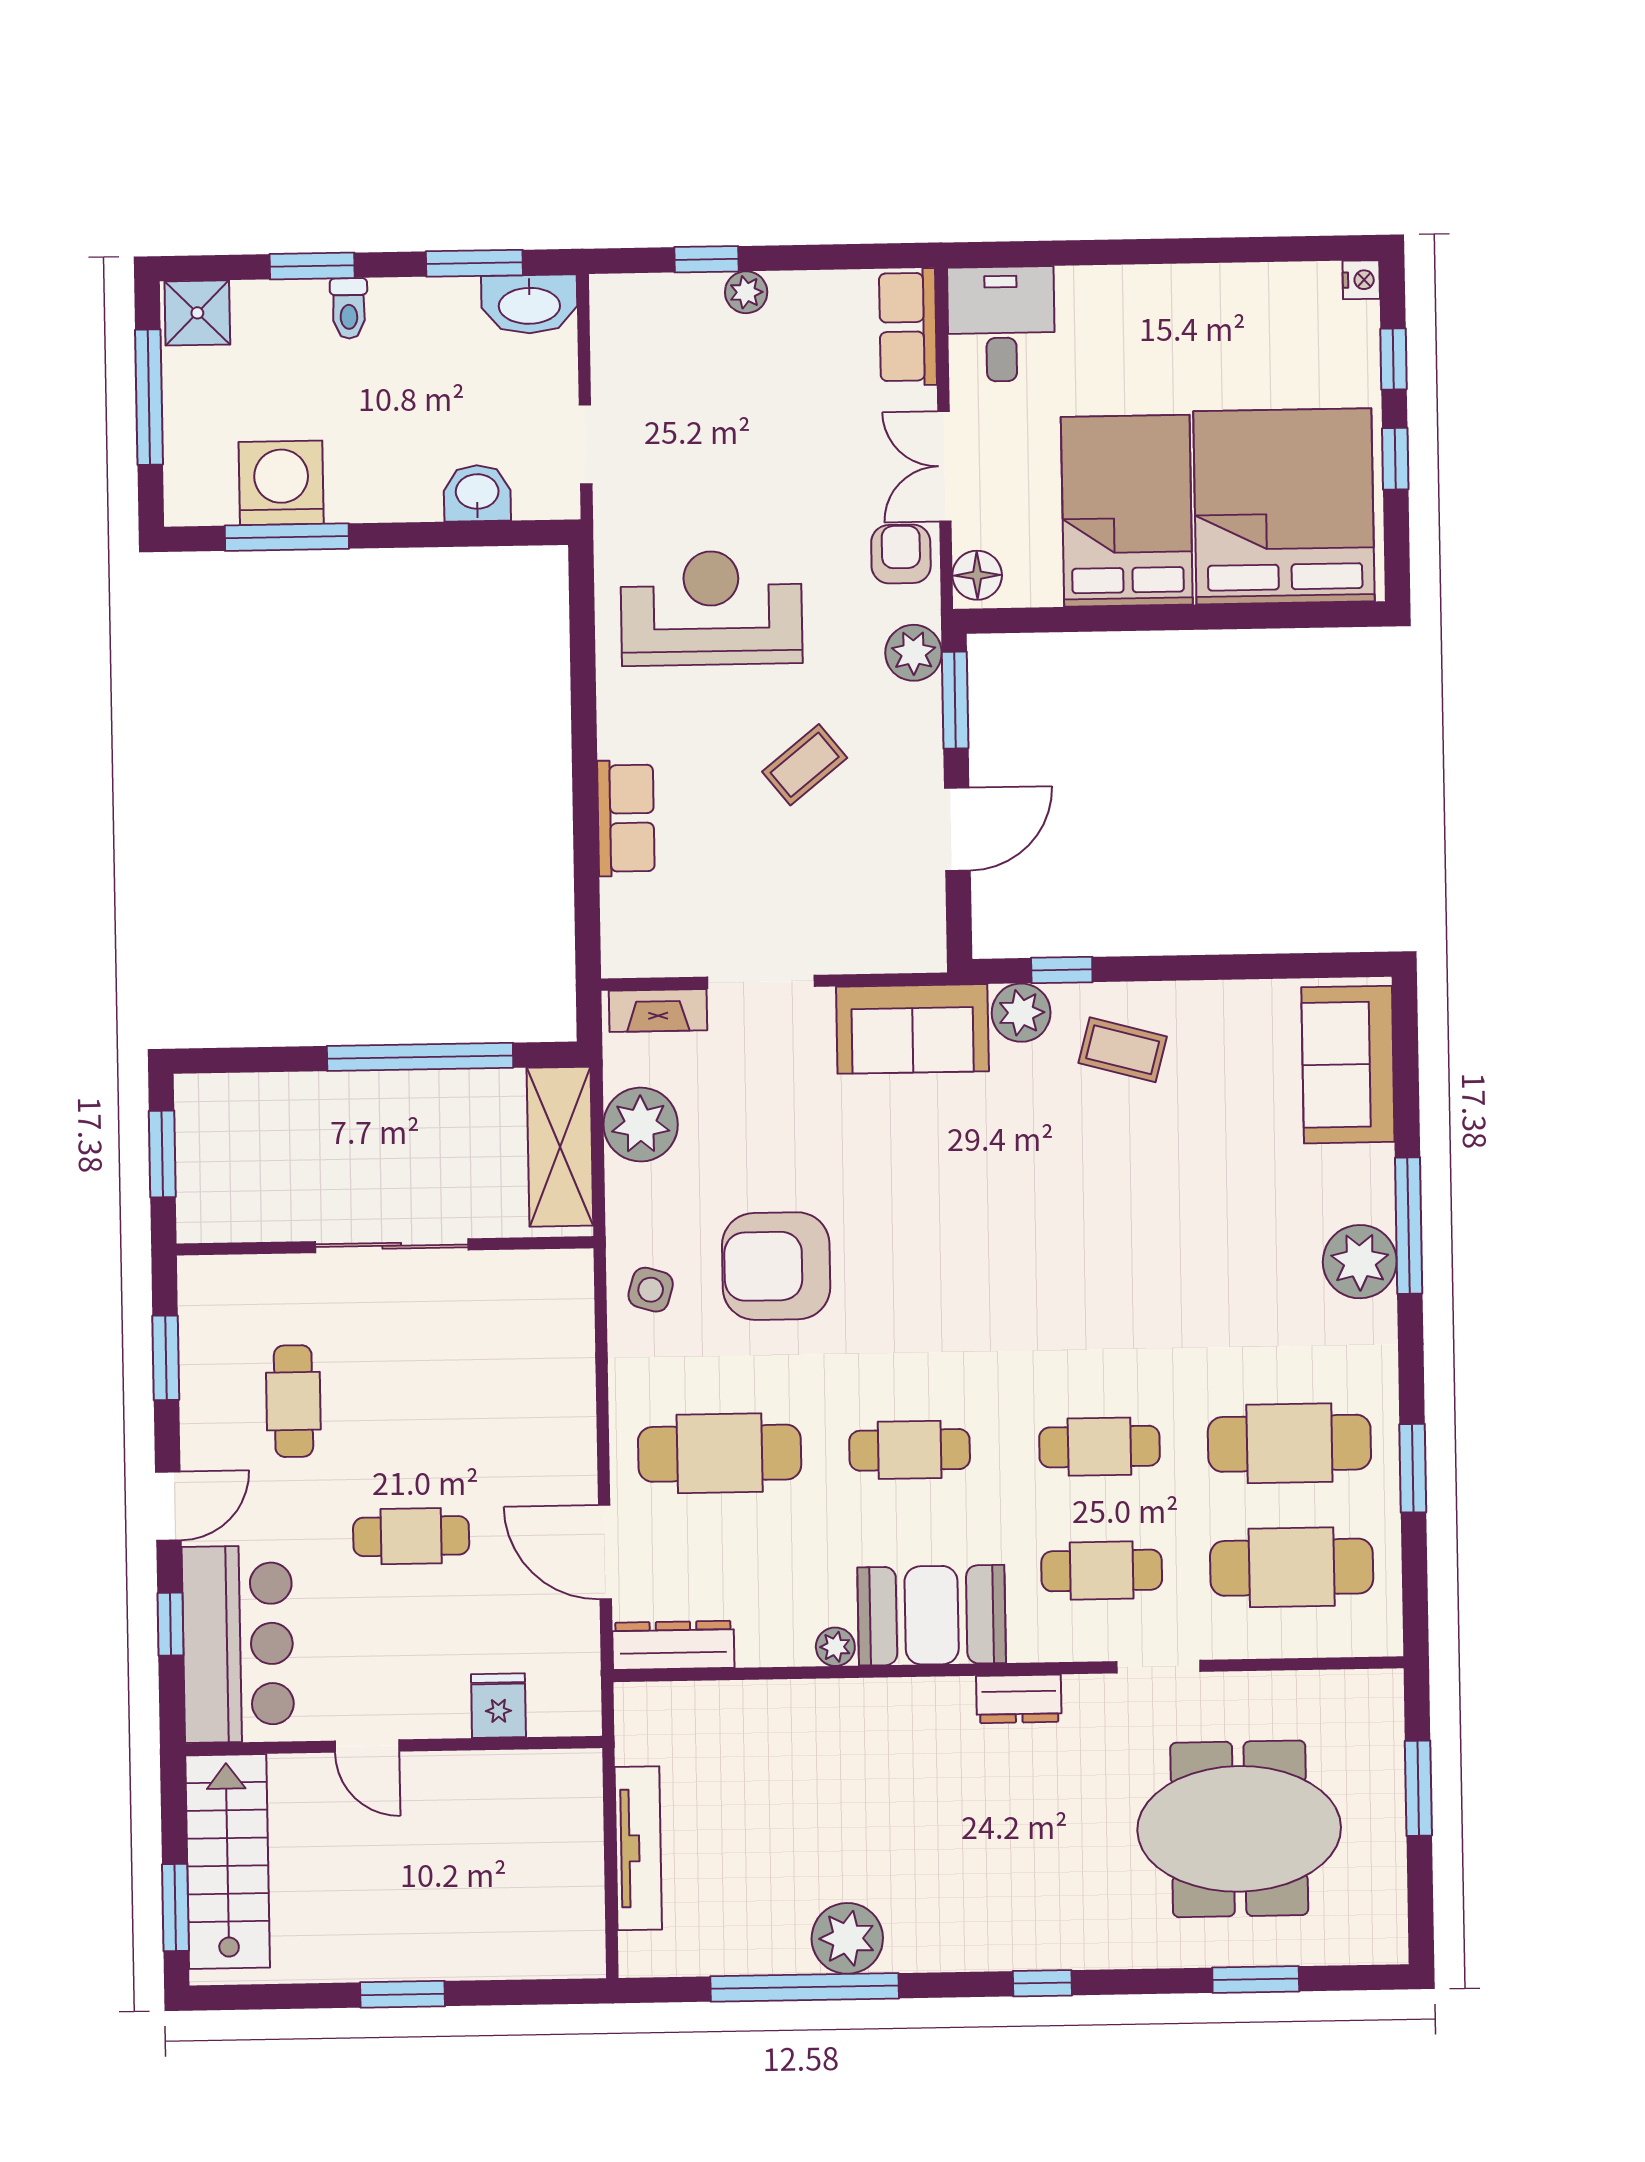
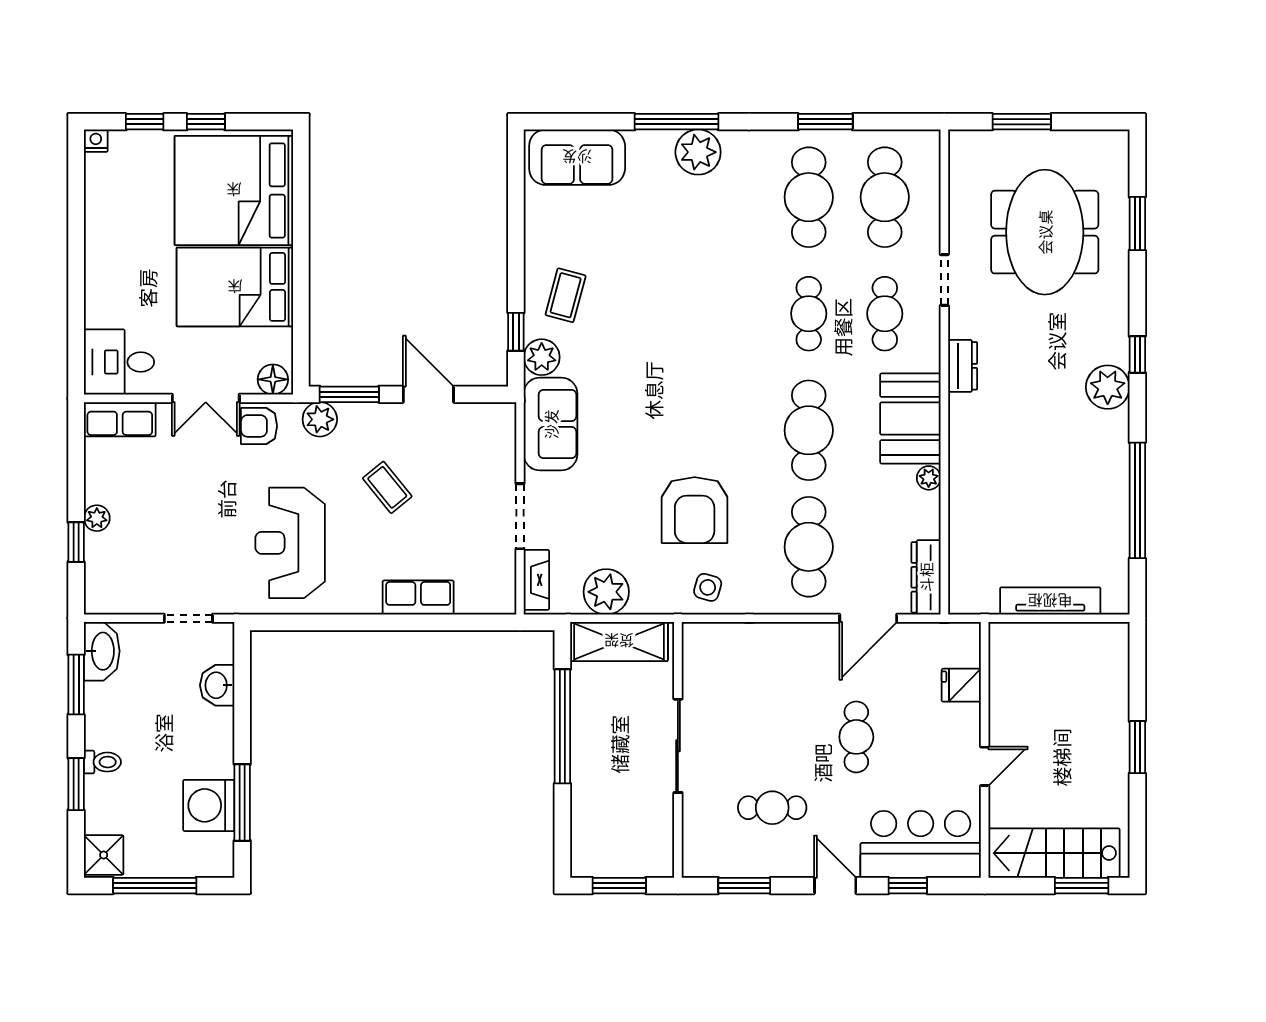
cafe table: (910, 1450) -> (809, 430), width x1.37, depth x1.35
plant: (847, 1938) -> (1108, 387), moved

